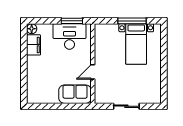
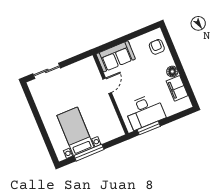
floor lamp: (32, 29) -> (172, 71), moved
armchair: (36, 88) -> (157, 47), added
sliding door: (126, 106) -> (47, 71), moved

